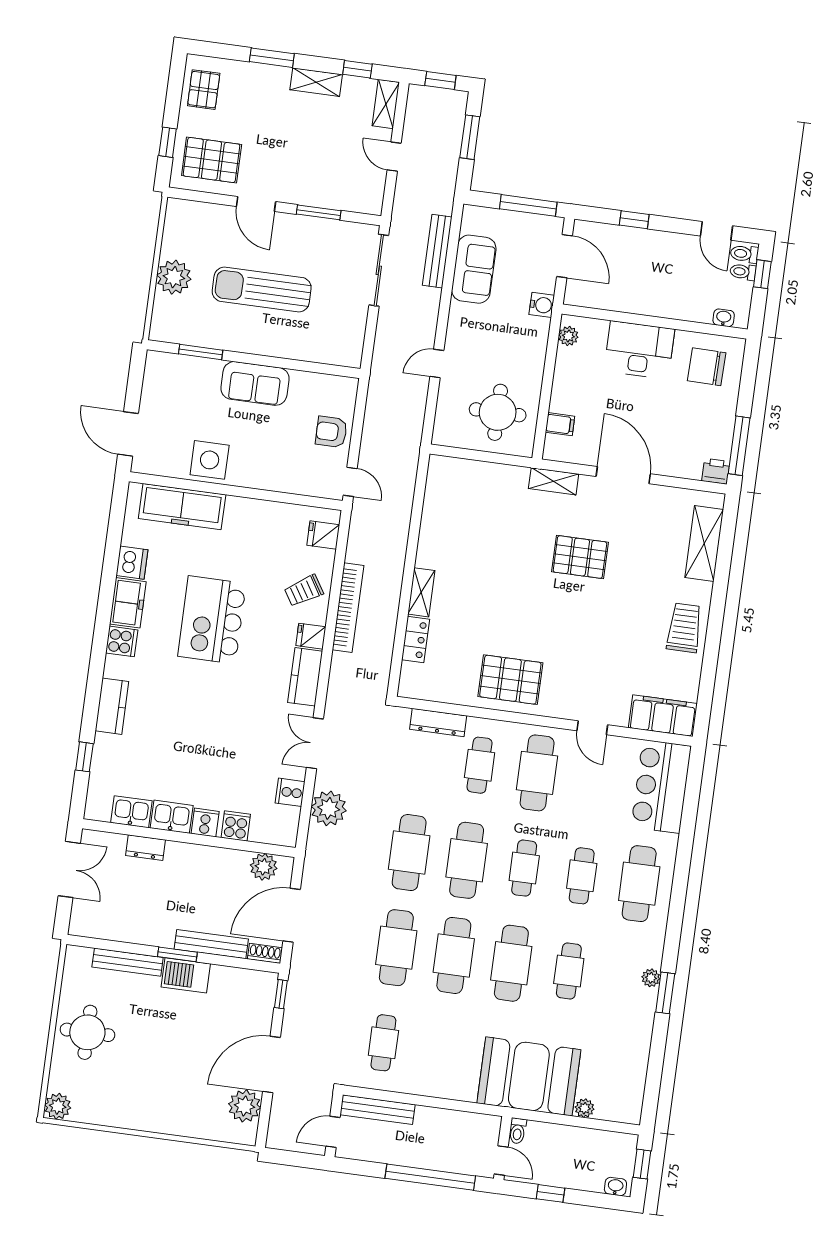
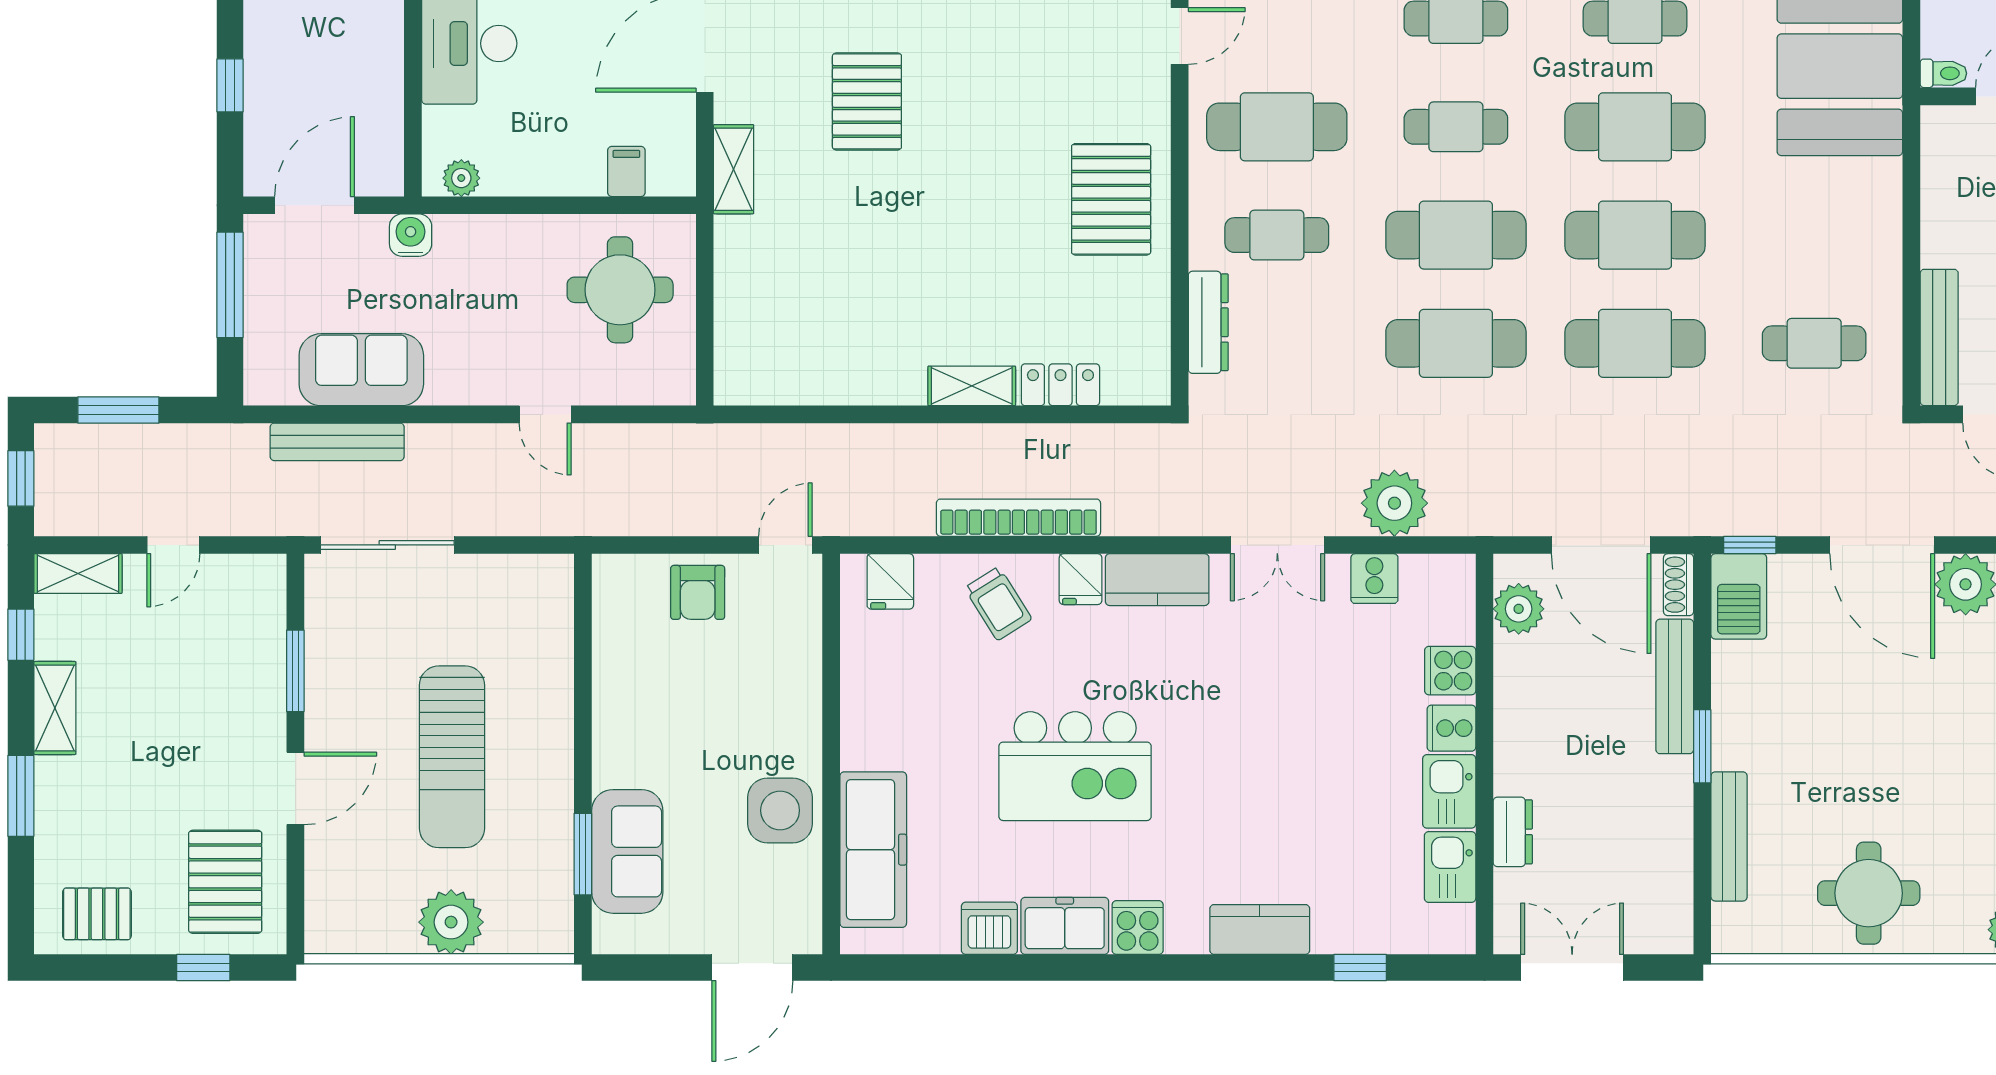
sofa: (255, 383) -> (627, 851), moved
barbecue: (186, 975) -> (1739, 596), moved

